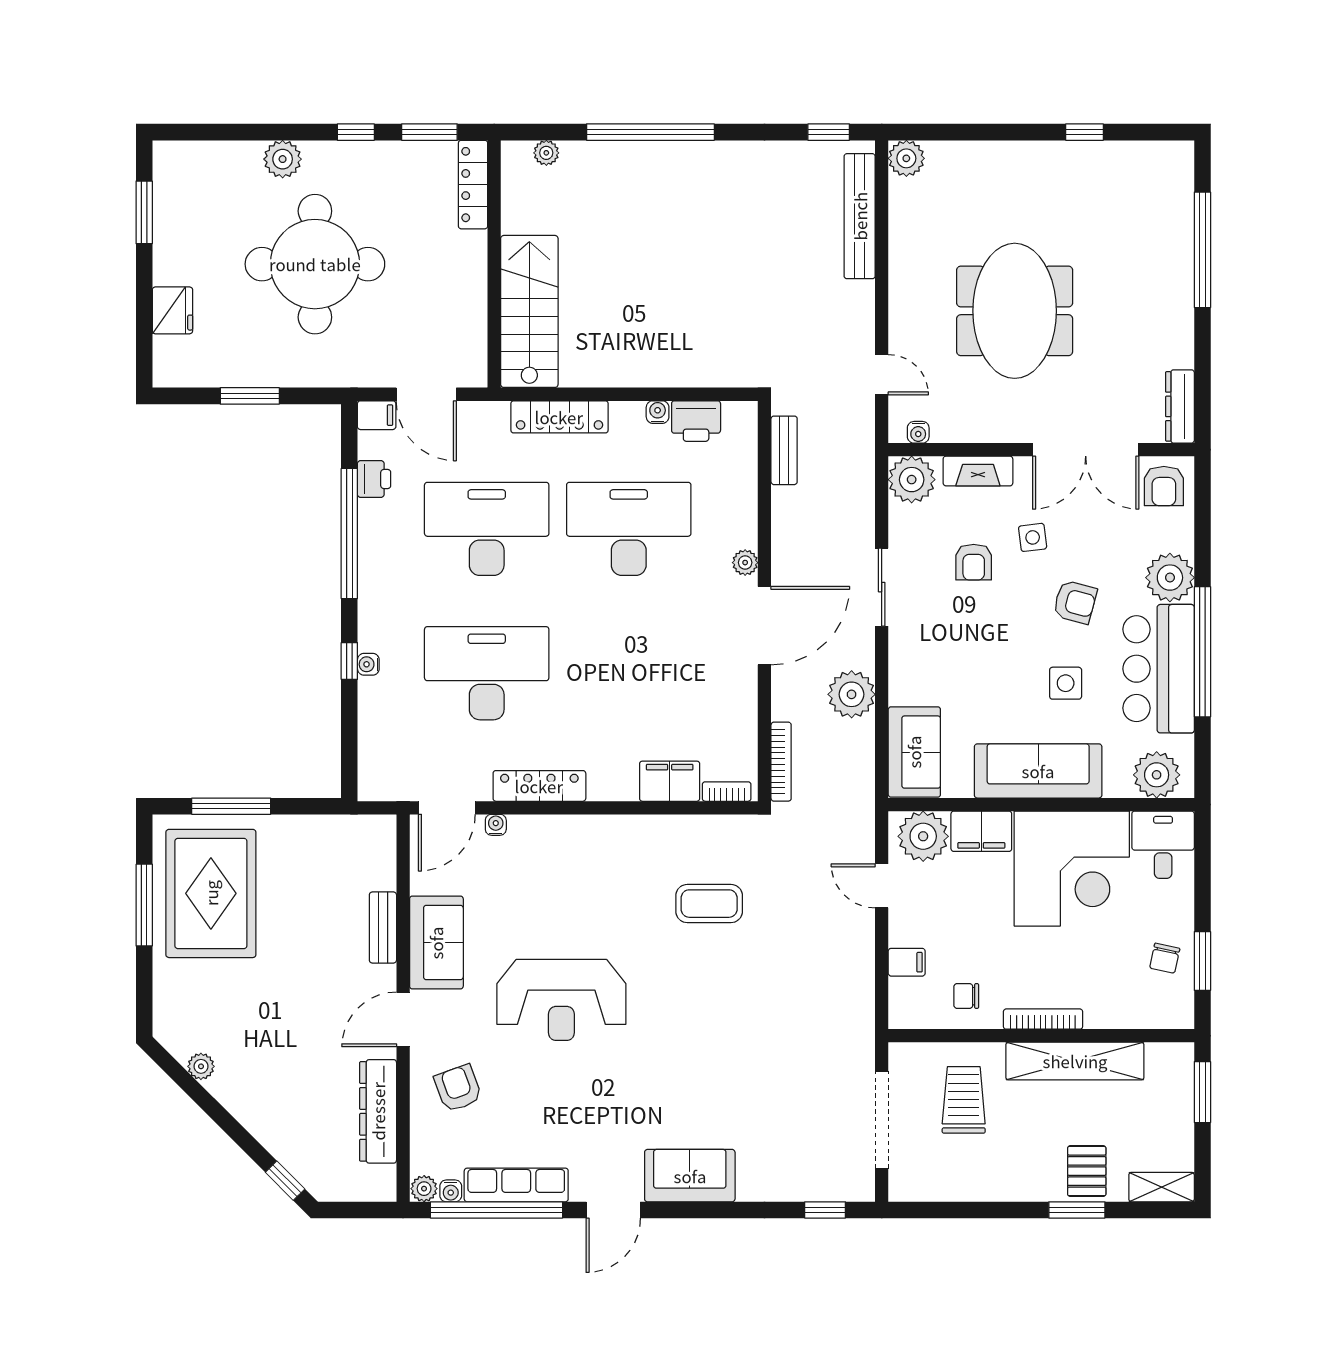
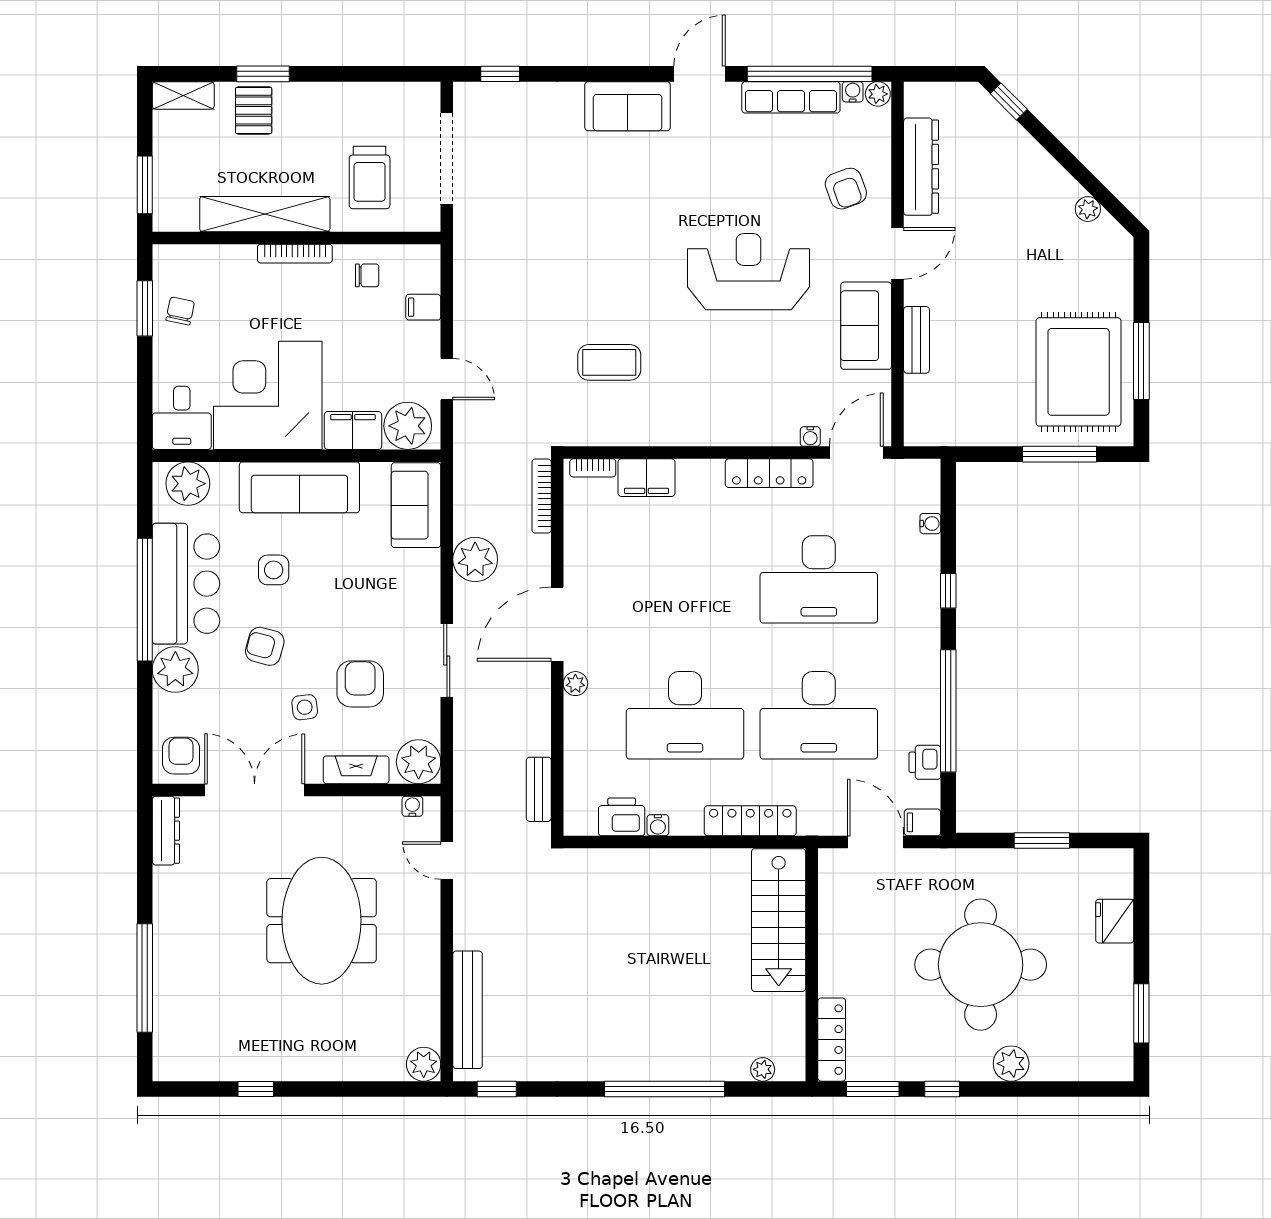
armchair: (974, 562) -> (360, 684), width x1.38, depth x1.38
water cooler: (368, 664) -> (930, 524), moved

